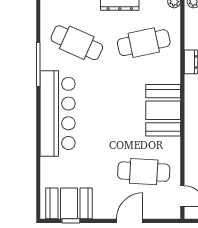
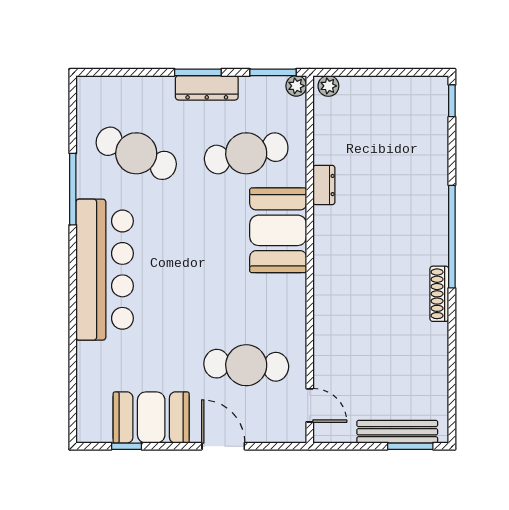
booth: (163, 110) -> (278, 230), moved
booth: (69, 203) -> (151, 417), moved
door: (130, 221) -> (223, 446), hinge flipped

